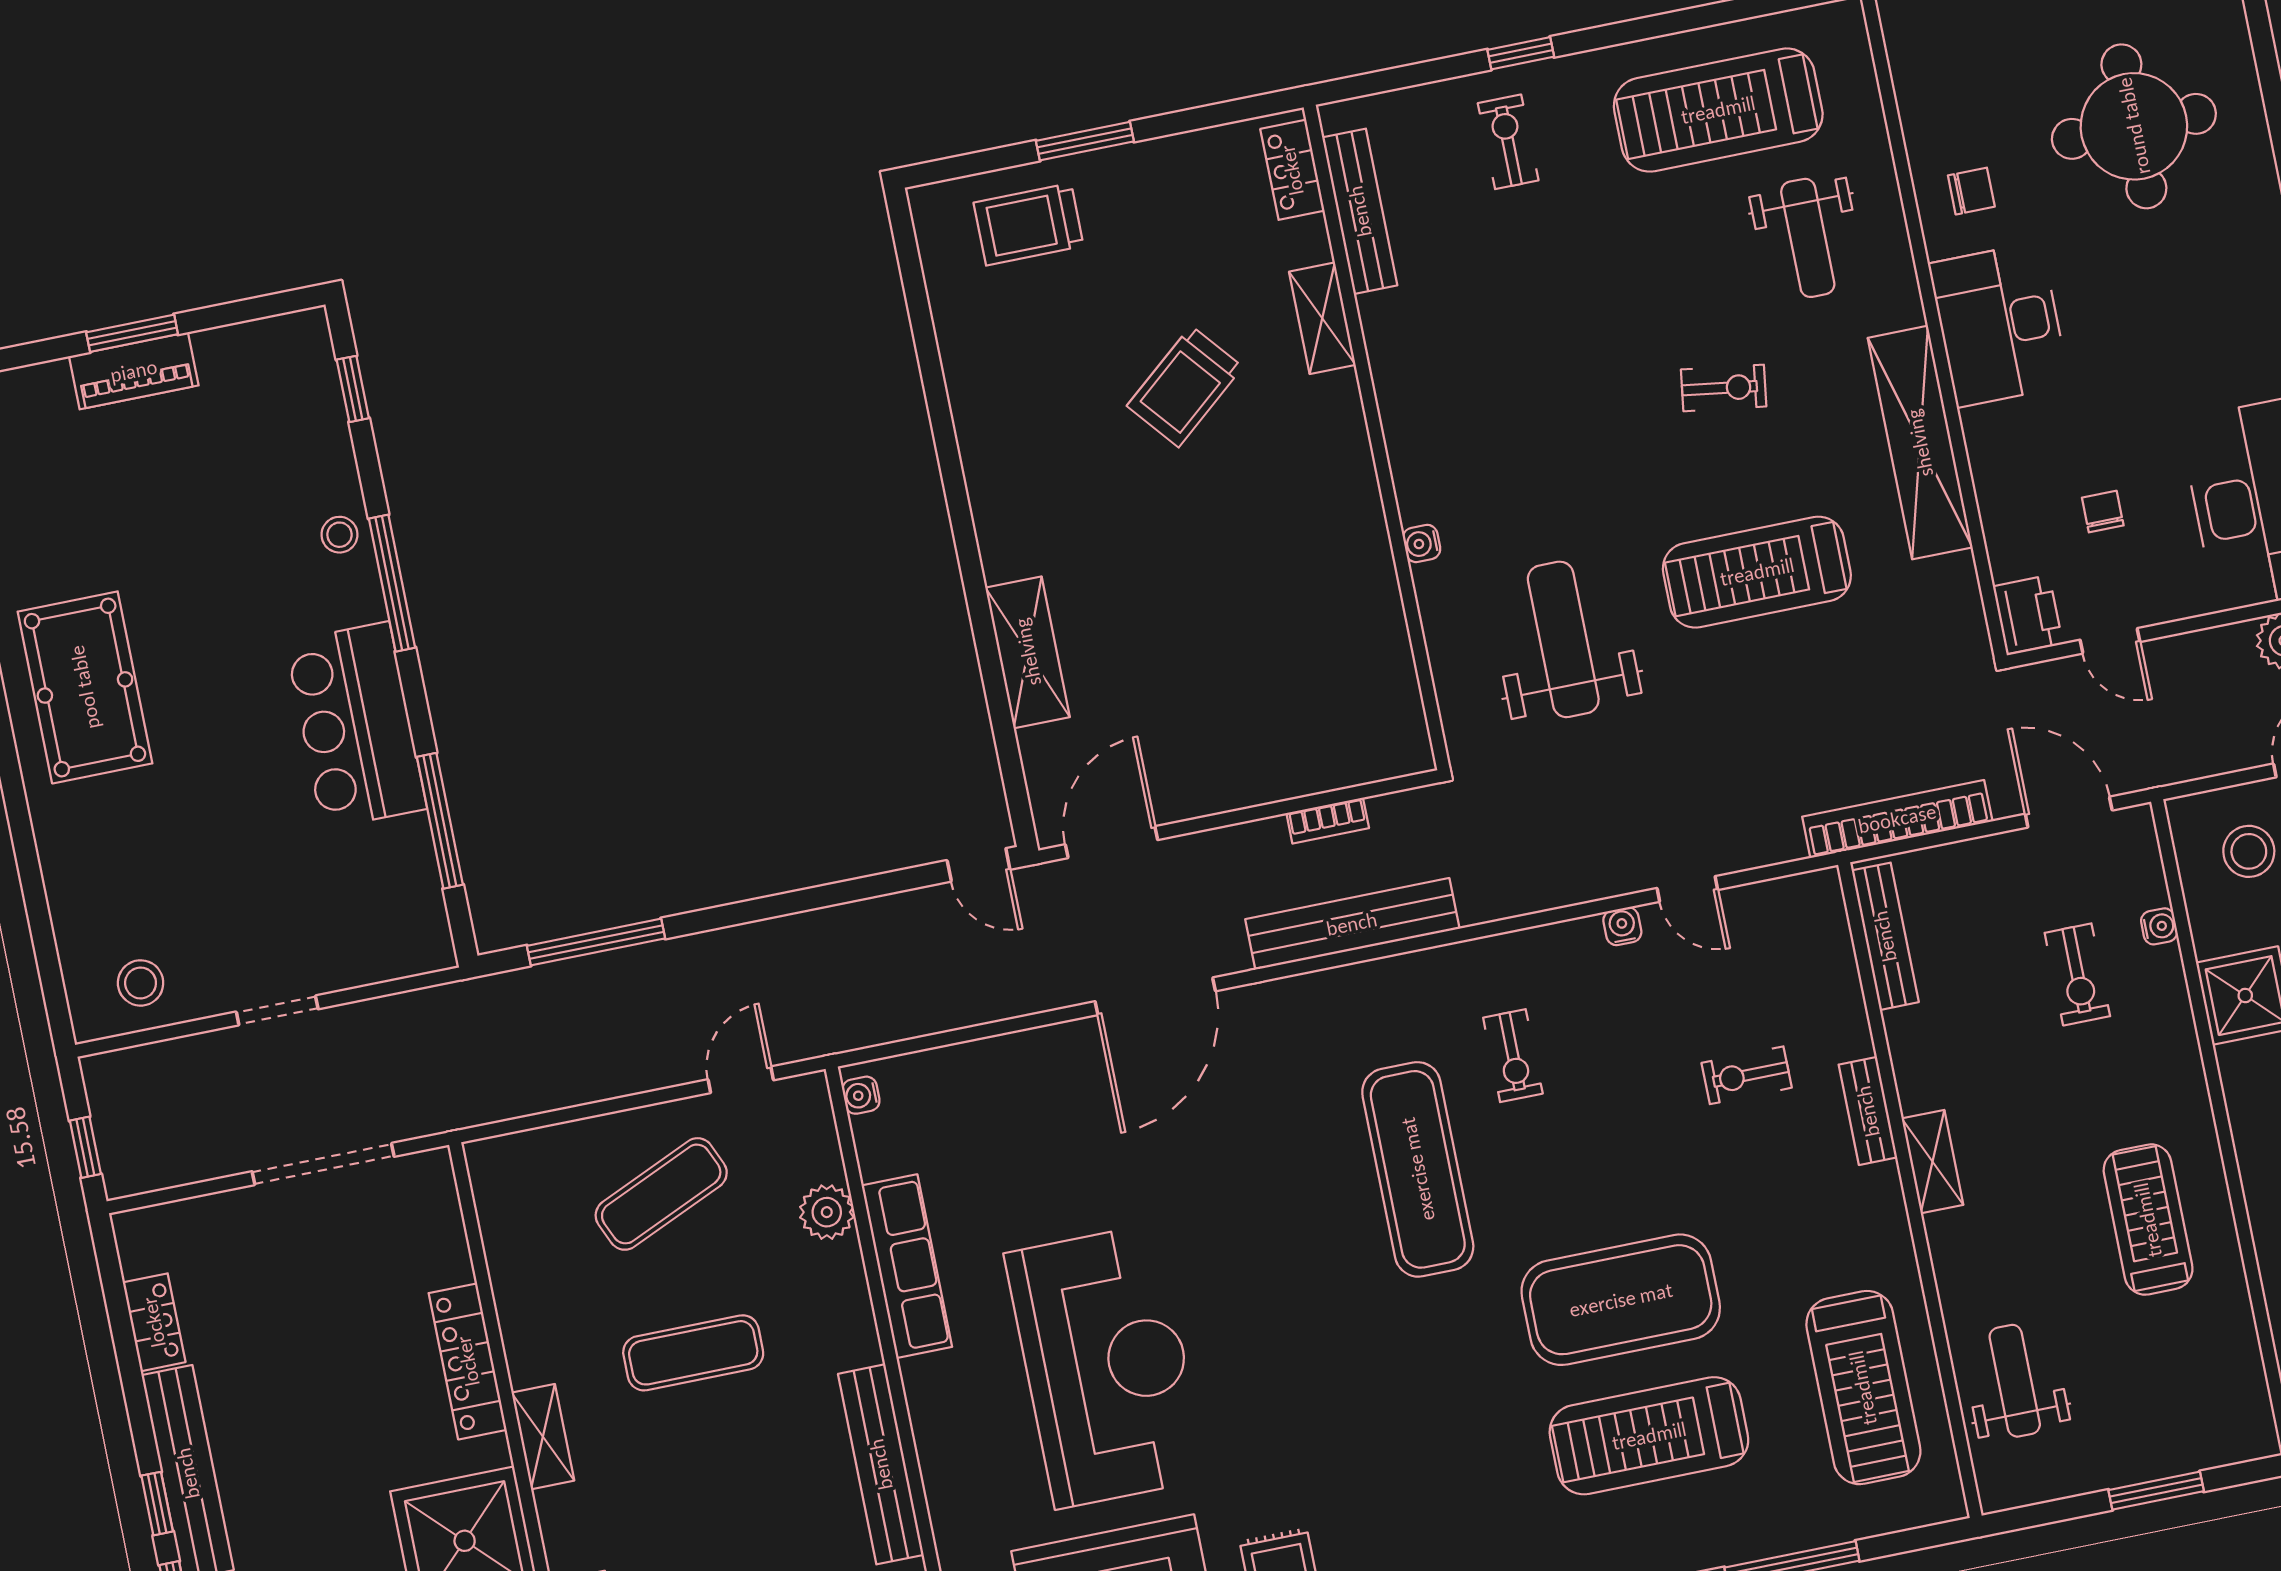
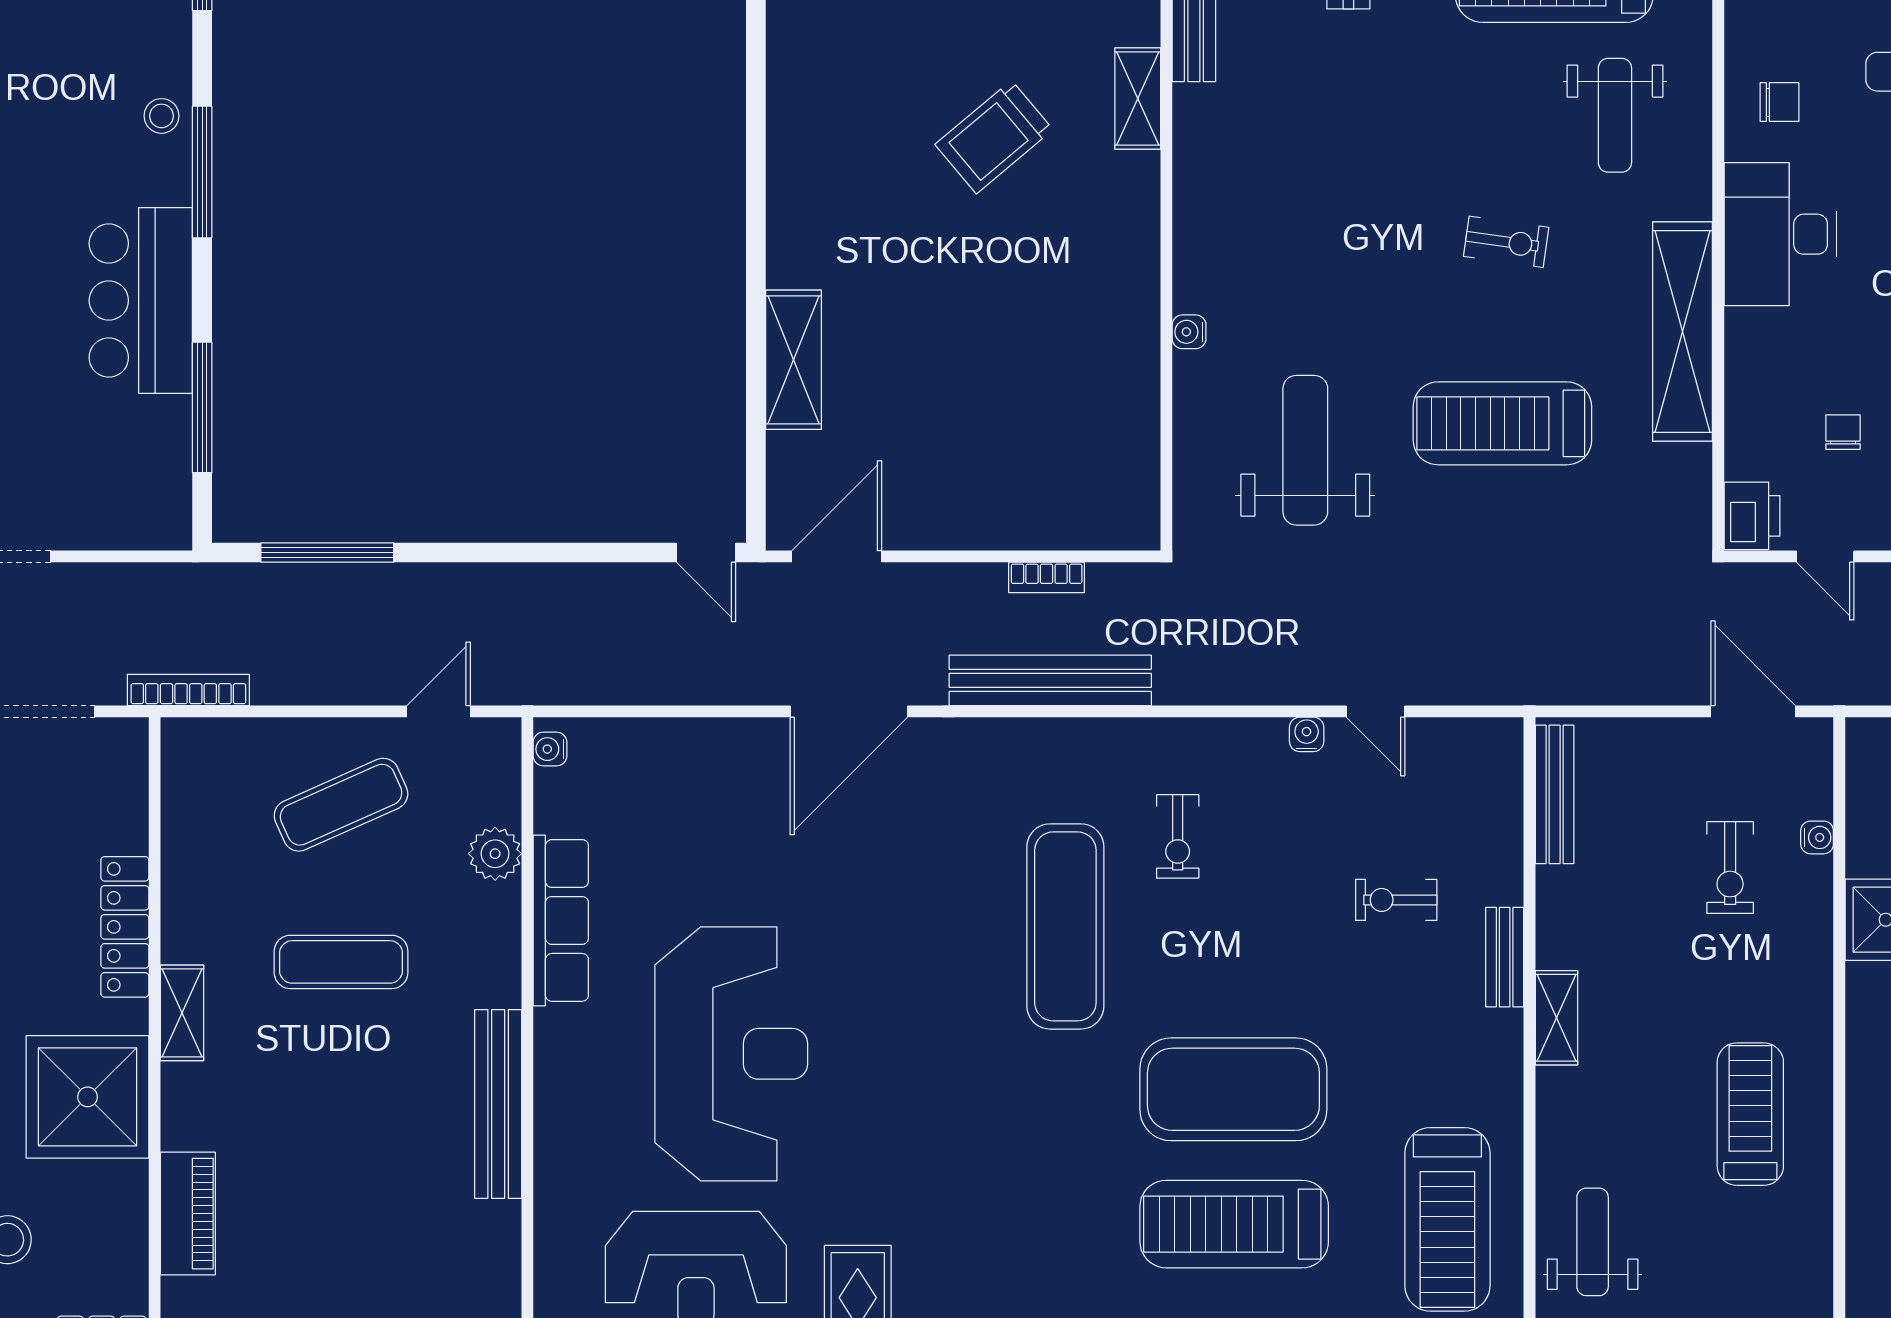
bookcase: (1897, 819) -> (188, 690), moved, width x0.68, depth x0.76

